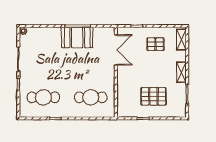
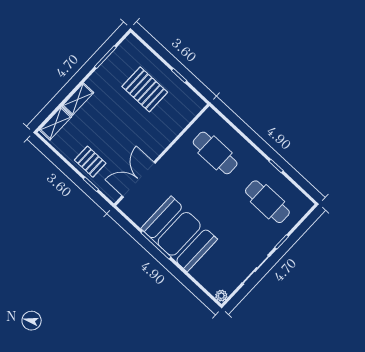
booth: (77, 37) -> (179, 234), width x1.36, depth x1.42
pallet: (155, 44) -> (90, 162), moved
shelving: (181, 72) -> (78, 99), moved

